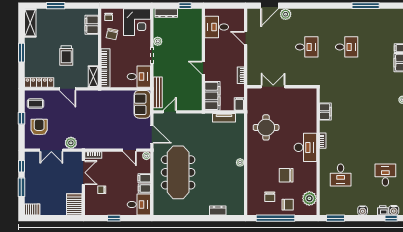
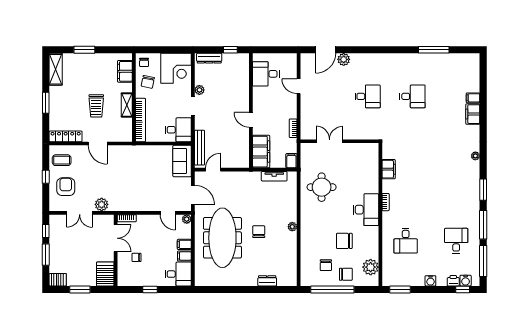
shelving: (93, 77) -> (127, 105), moved
chair: (210, 167) -> (259, 232), added
window: (52, 218) -> (80, 289), added

